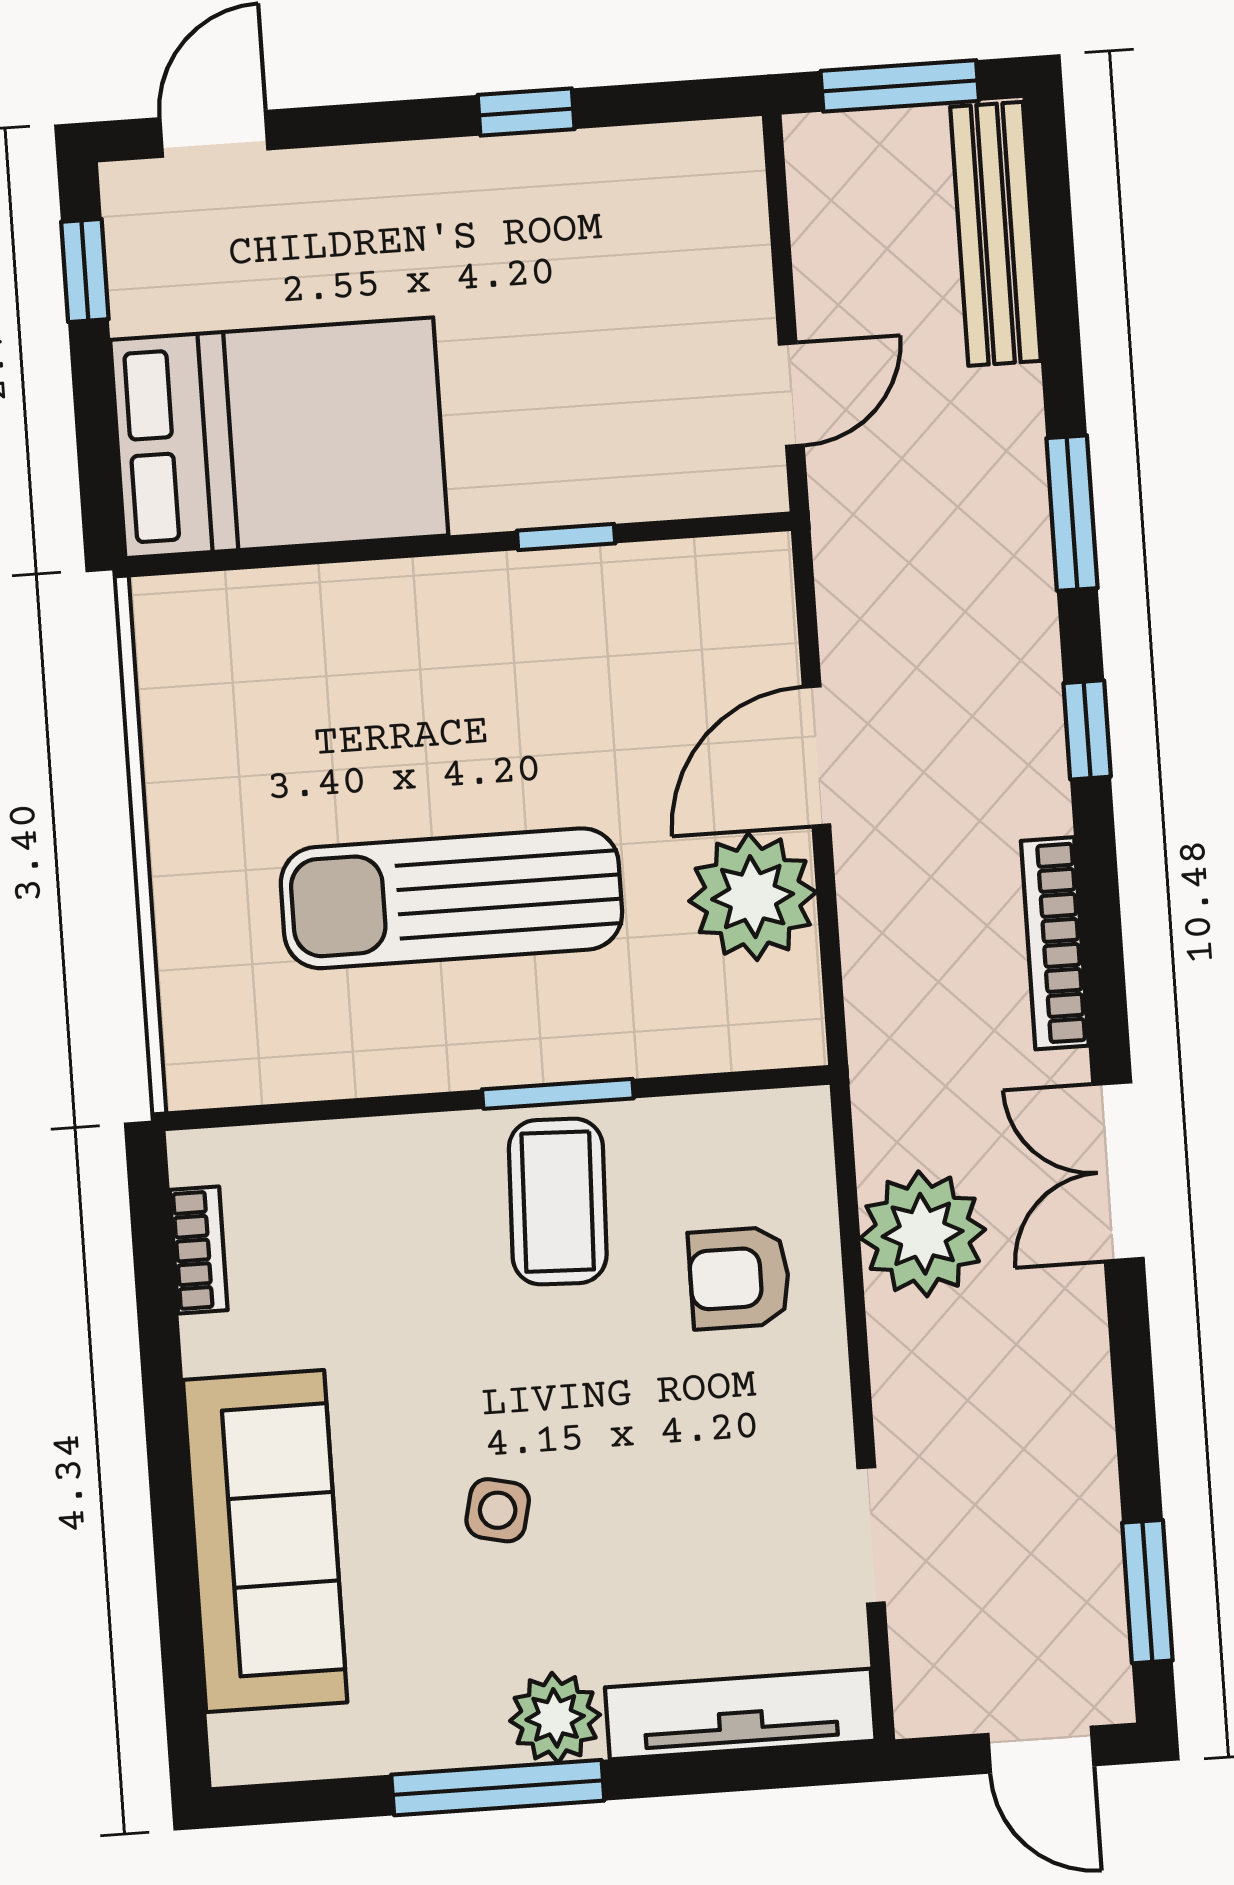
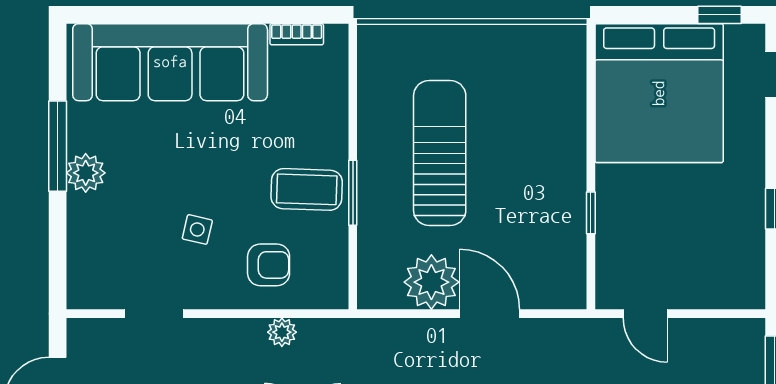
bed: (279, 438) -> (659, 93), width x1.36
plant: (923, 1234) -> (282, 332), width x0.53, depth x0.53
armchair: (739, 1278) -> (269, 265), turned 90
side table: (498, 1510) -> (197, 229), moved
sofa: (265, 1541) -> (170, 62), width x1.36, depth x1.27
tv unit: (740, 1714) -> (82, 252), removed

